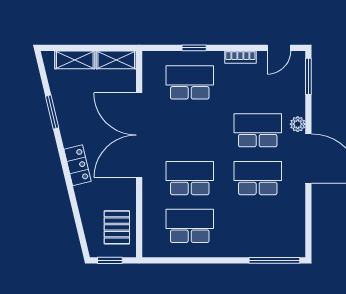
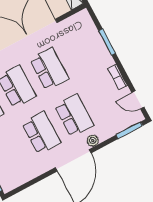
window: (194, 48) -> (107, 42), width x1.50
school desk: (190, 82) -> (49, 69), moved

